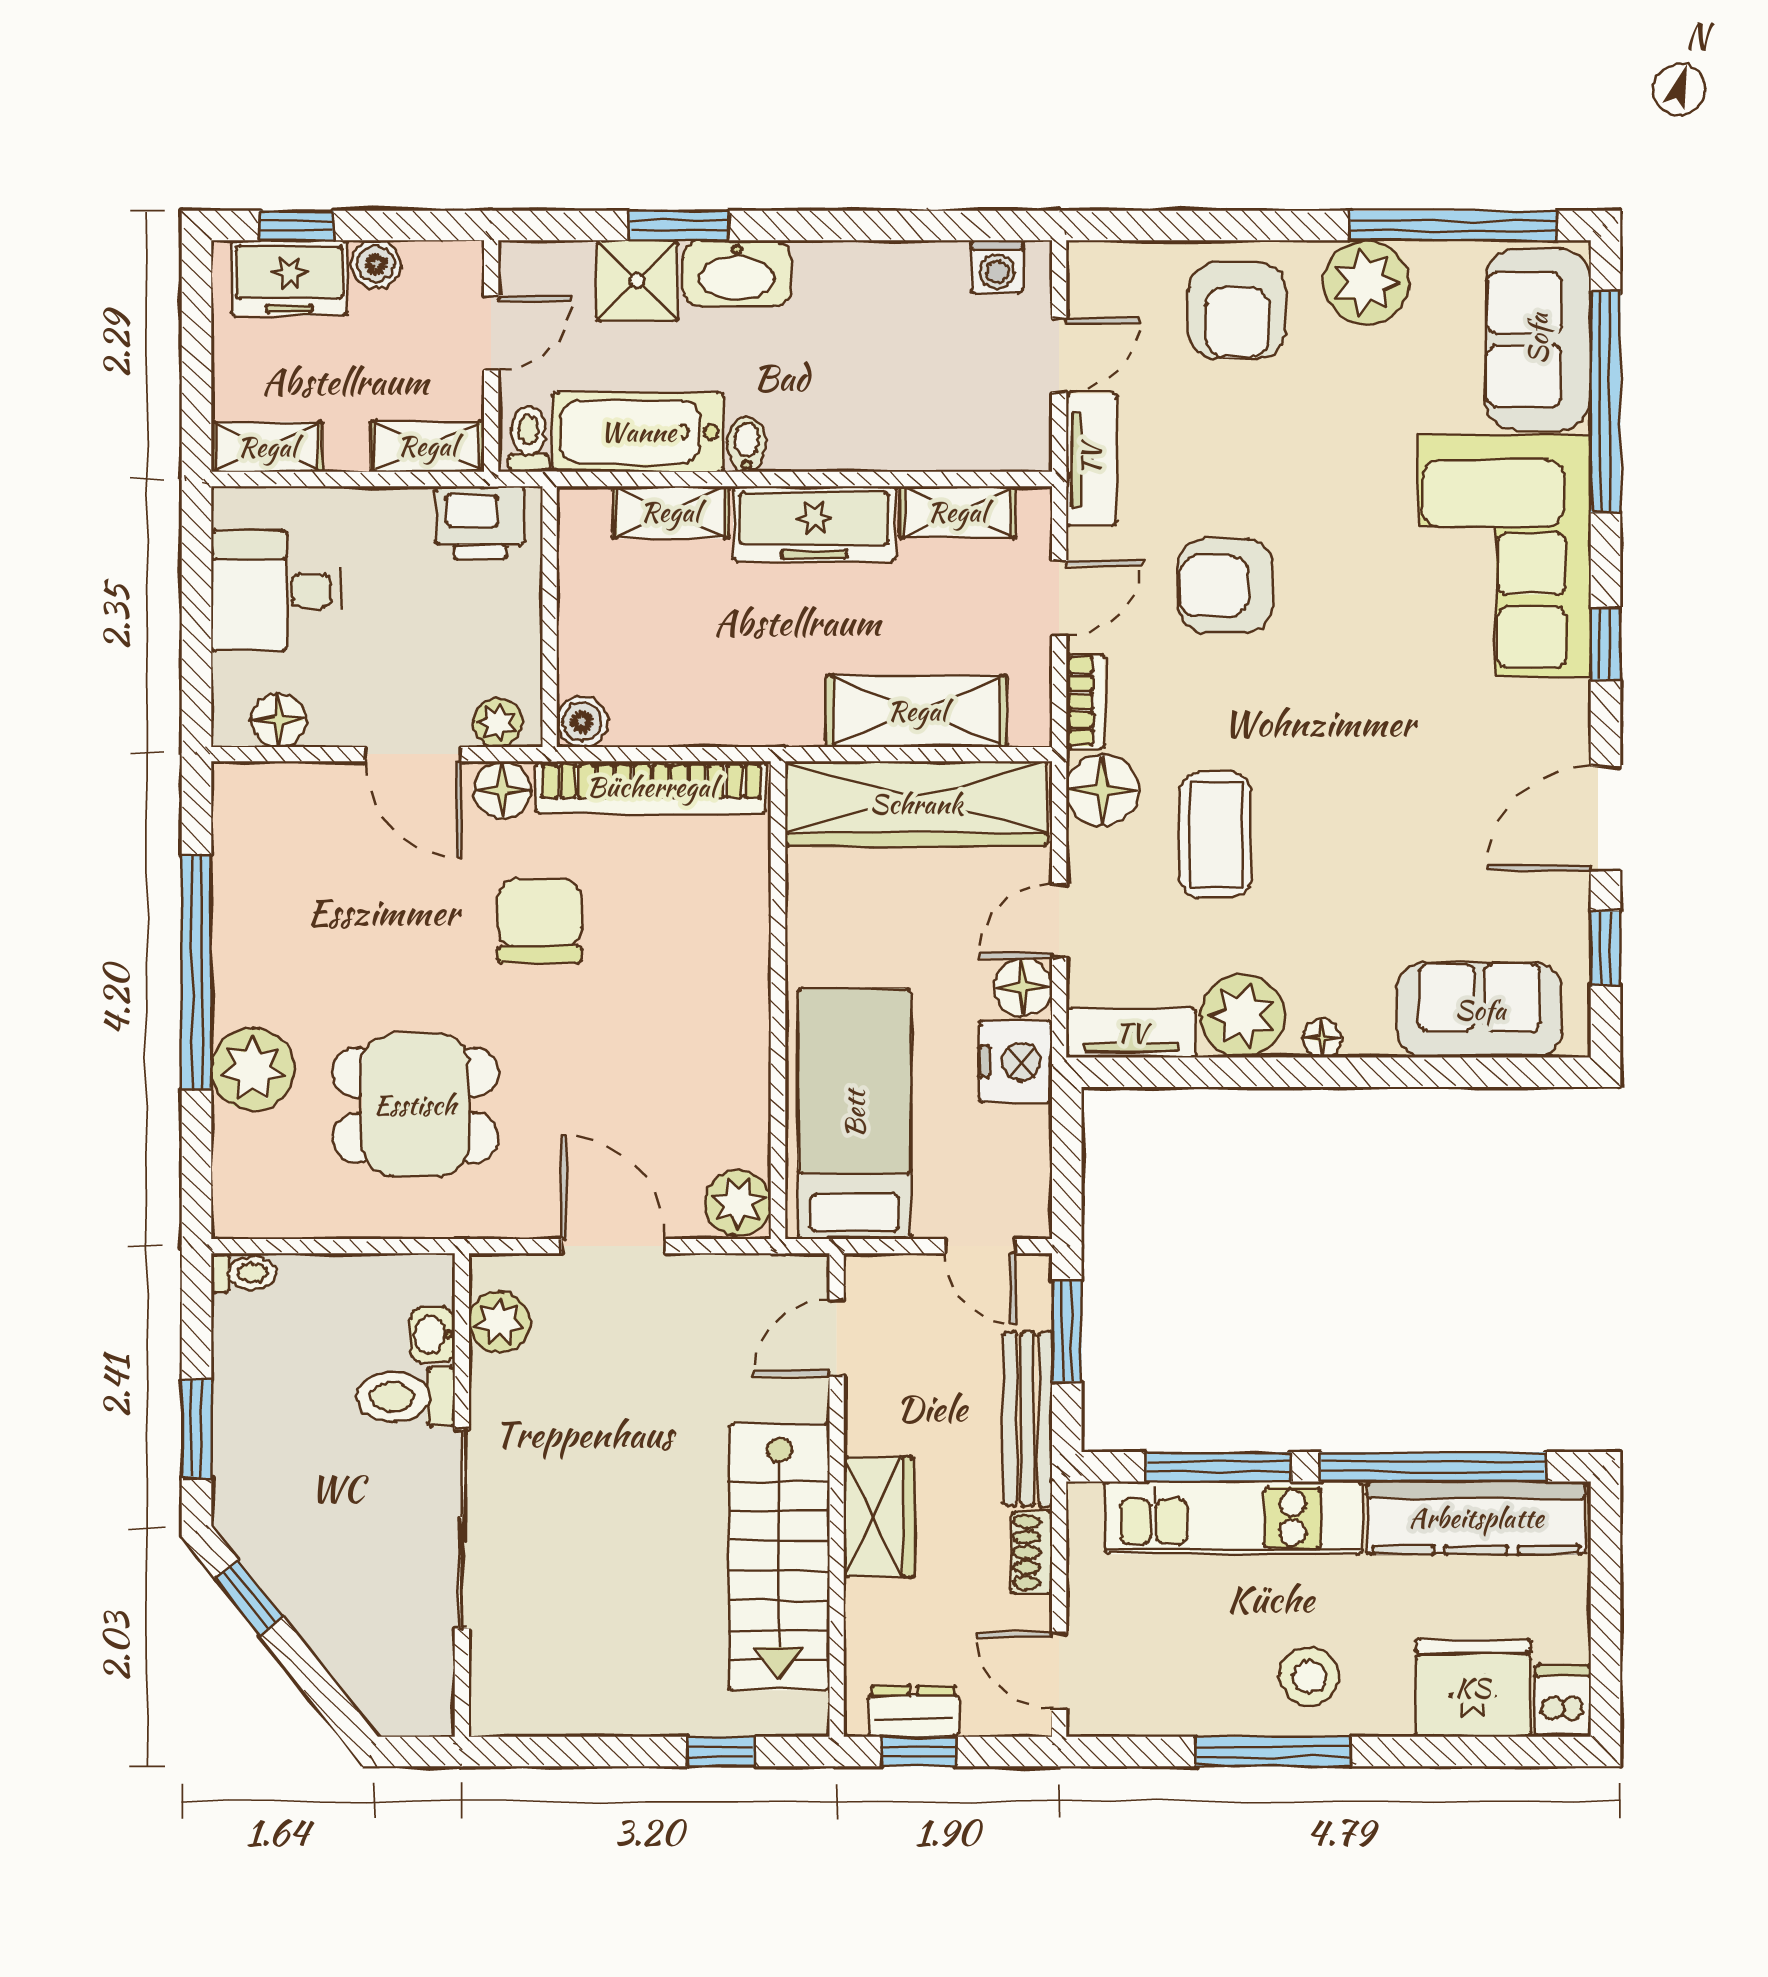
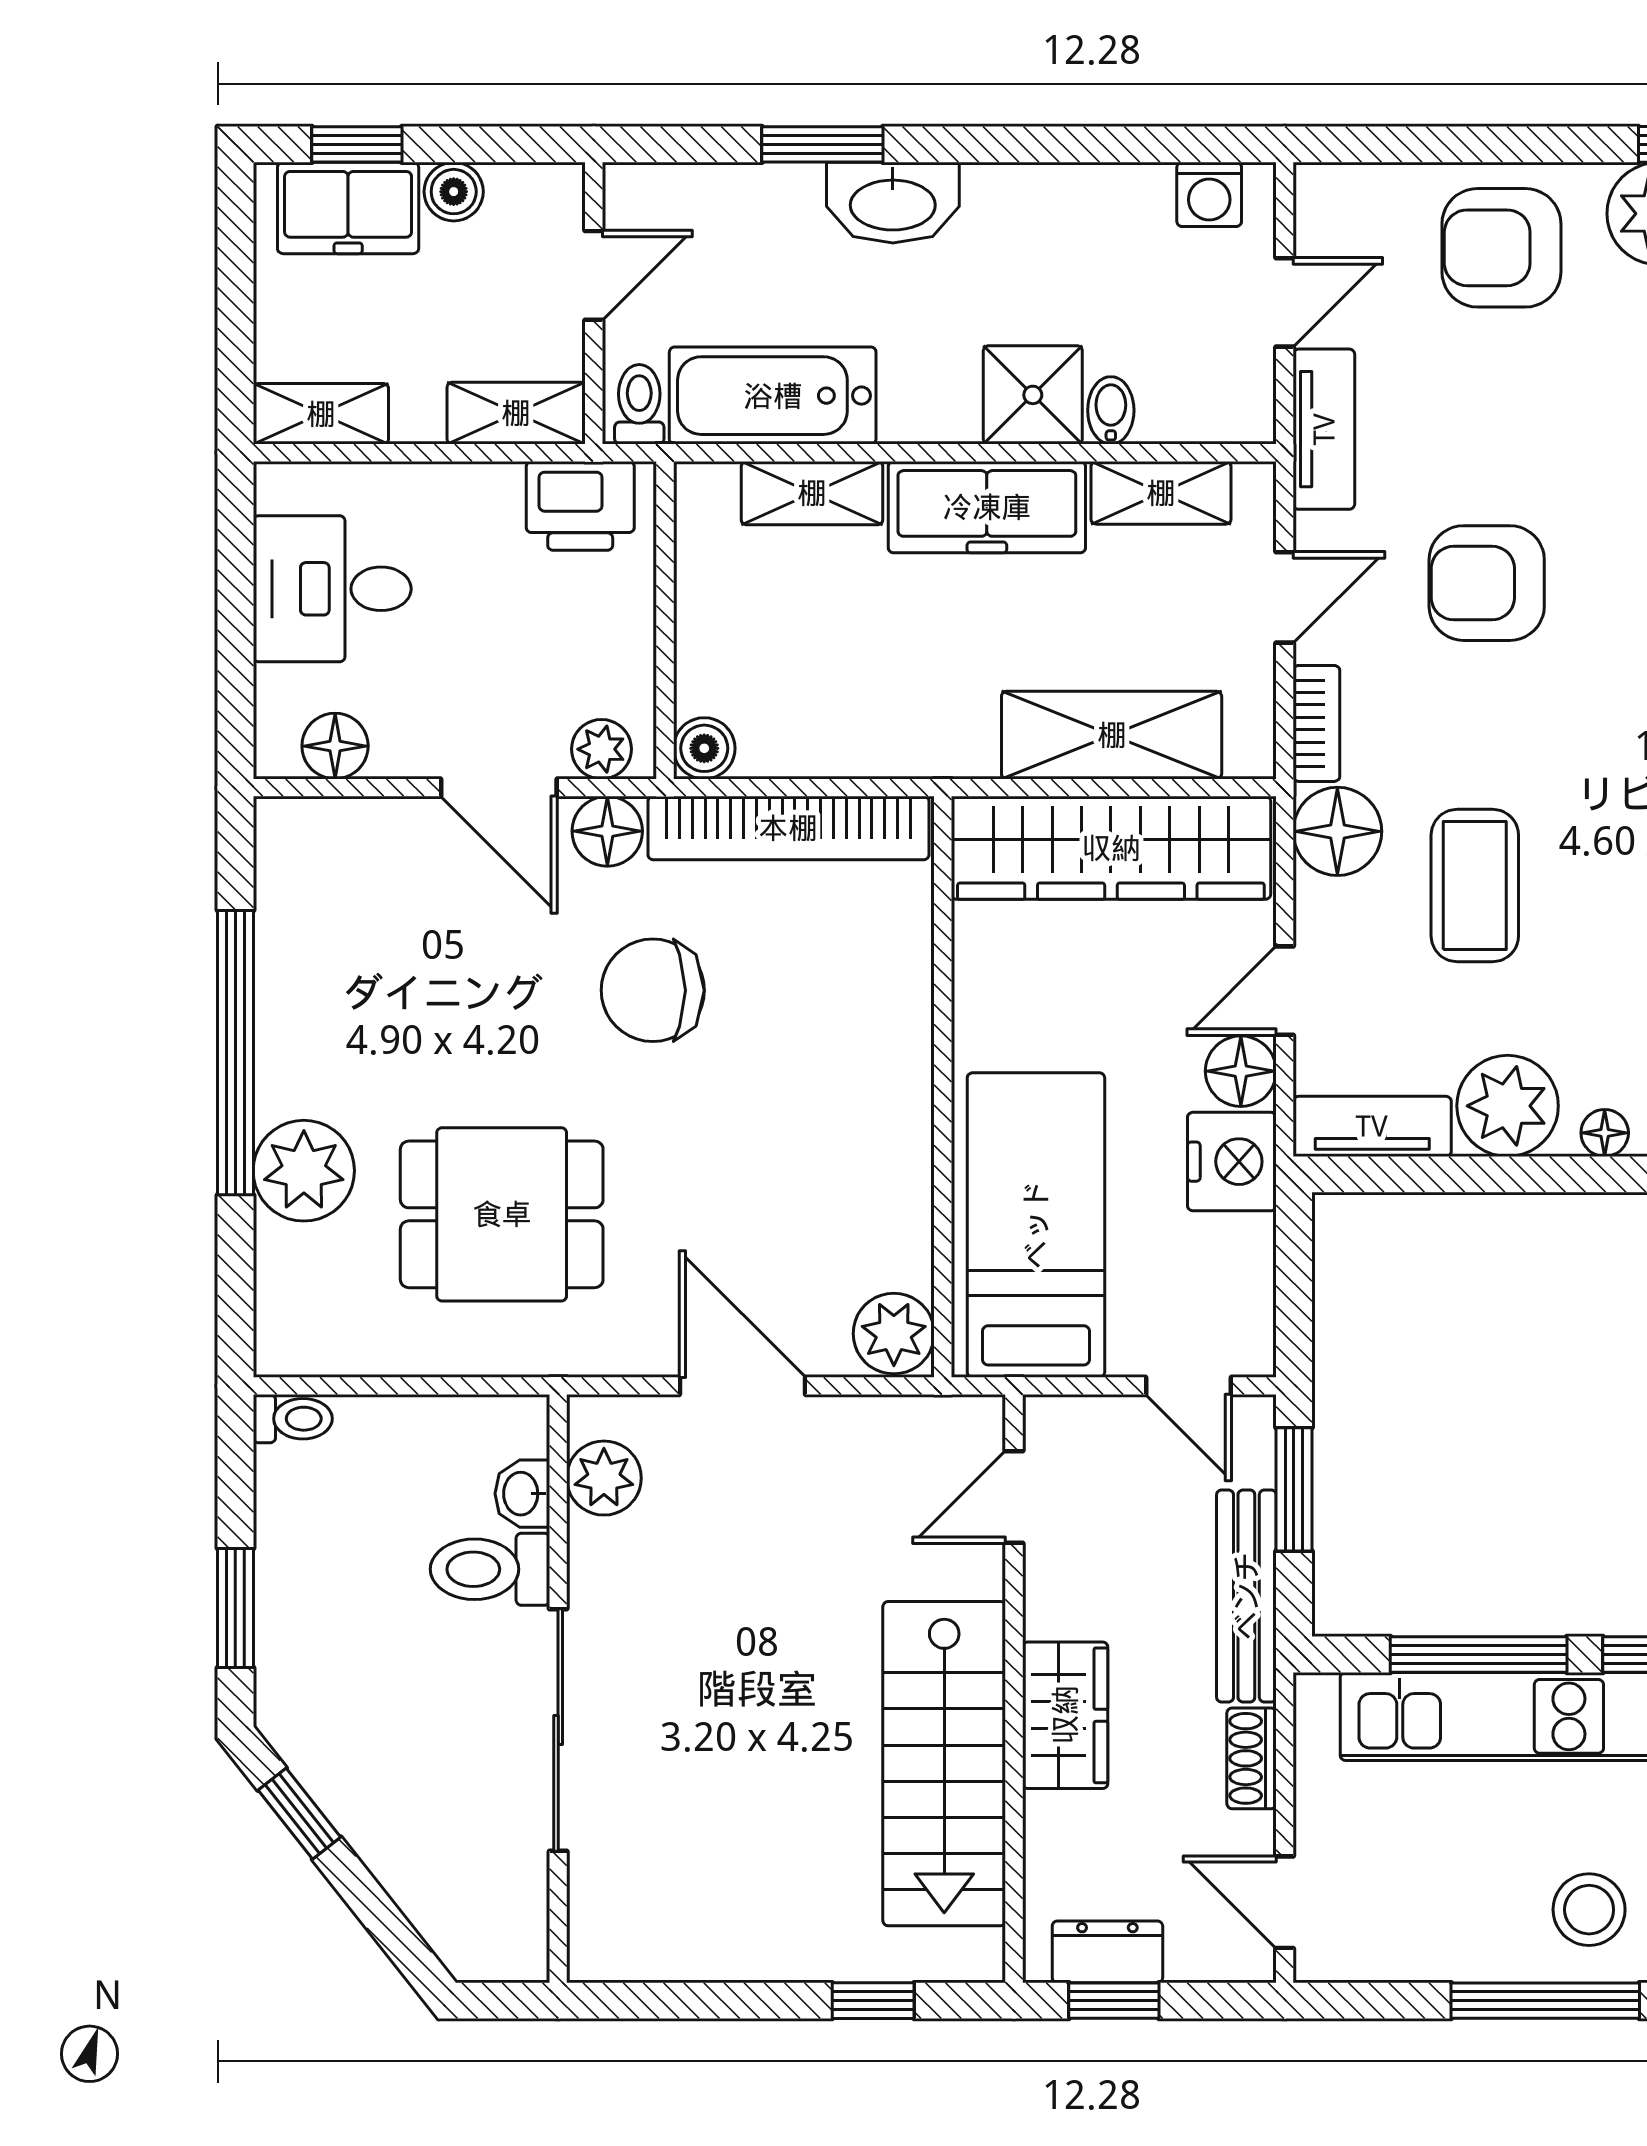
shower: (637, 281) -> (1033, 395), moved
armchair: (1237, 310) -> (1501, 248), turned 90
bidet: (747, 444) -> (1111, 410), moved
chair: (540, 921) -> (653, 990), turned -90

